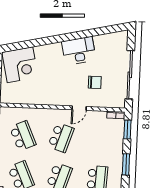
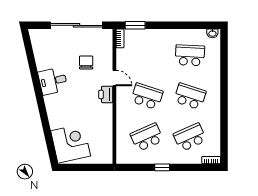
desk: (79, 51) -> (53, 81), width x0.73
printer: (64, 99) -> (106, 94), added
window: (126, 164) -> (173, 25), removed

